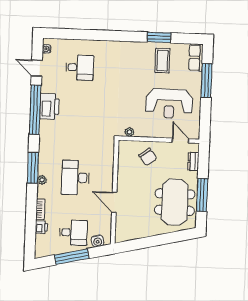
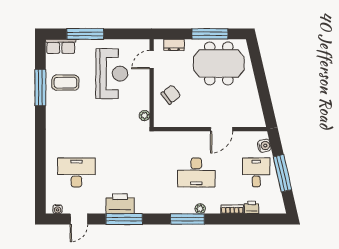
window: (159, 37) -> (40, 87), width x1.44
desk: (80, 68) -> (76, 172), width x1.37
window: (35, 110) -> (124, 219), width x0.68

